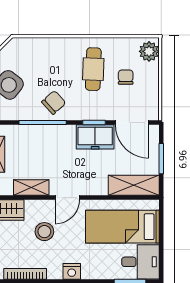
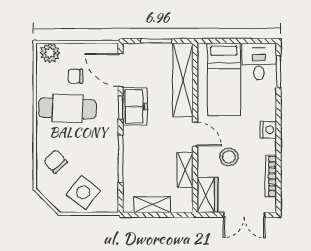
cafe table: (93, 69) -> (67, 108), width x1.37, depth x1.35
chair: (54, 102) -> (56, 162), moved
door: (132, 123) -> (121, 70), swing flipped
shelving: (134, 185) -> (183, 80), width x1.47

